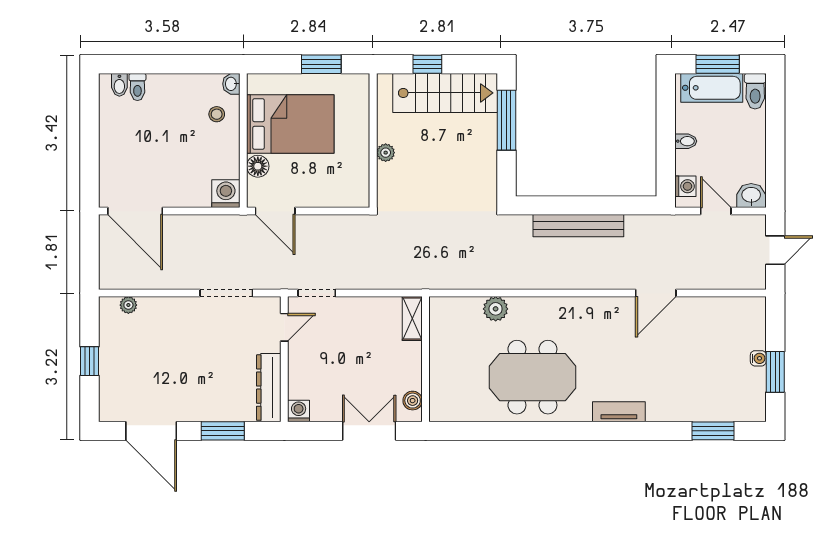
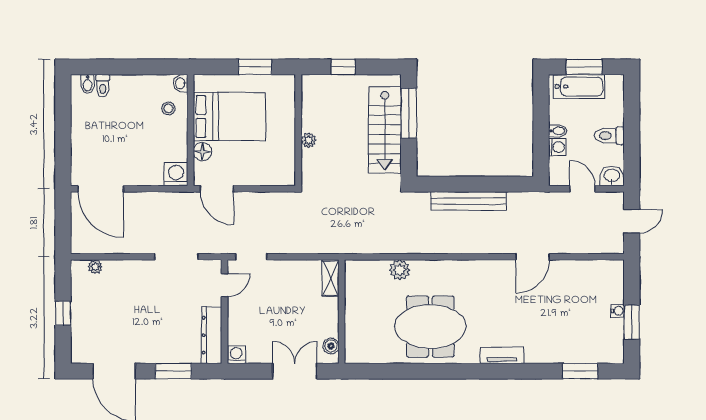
toilet: (755, 91) -> (609, 136), moved, turned 90
stairs: (445, 93) -> (385, 130), moved, turned 90
washing machine: (685, 186) -> (557, 147), moved

